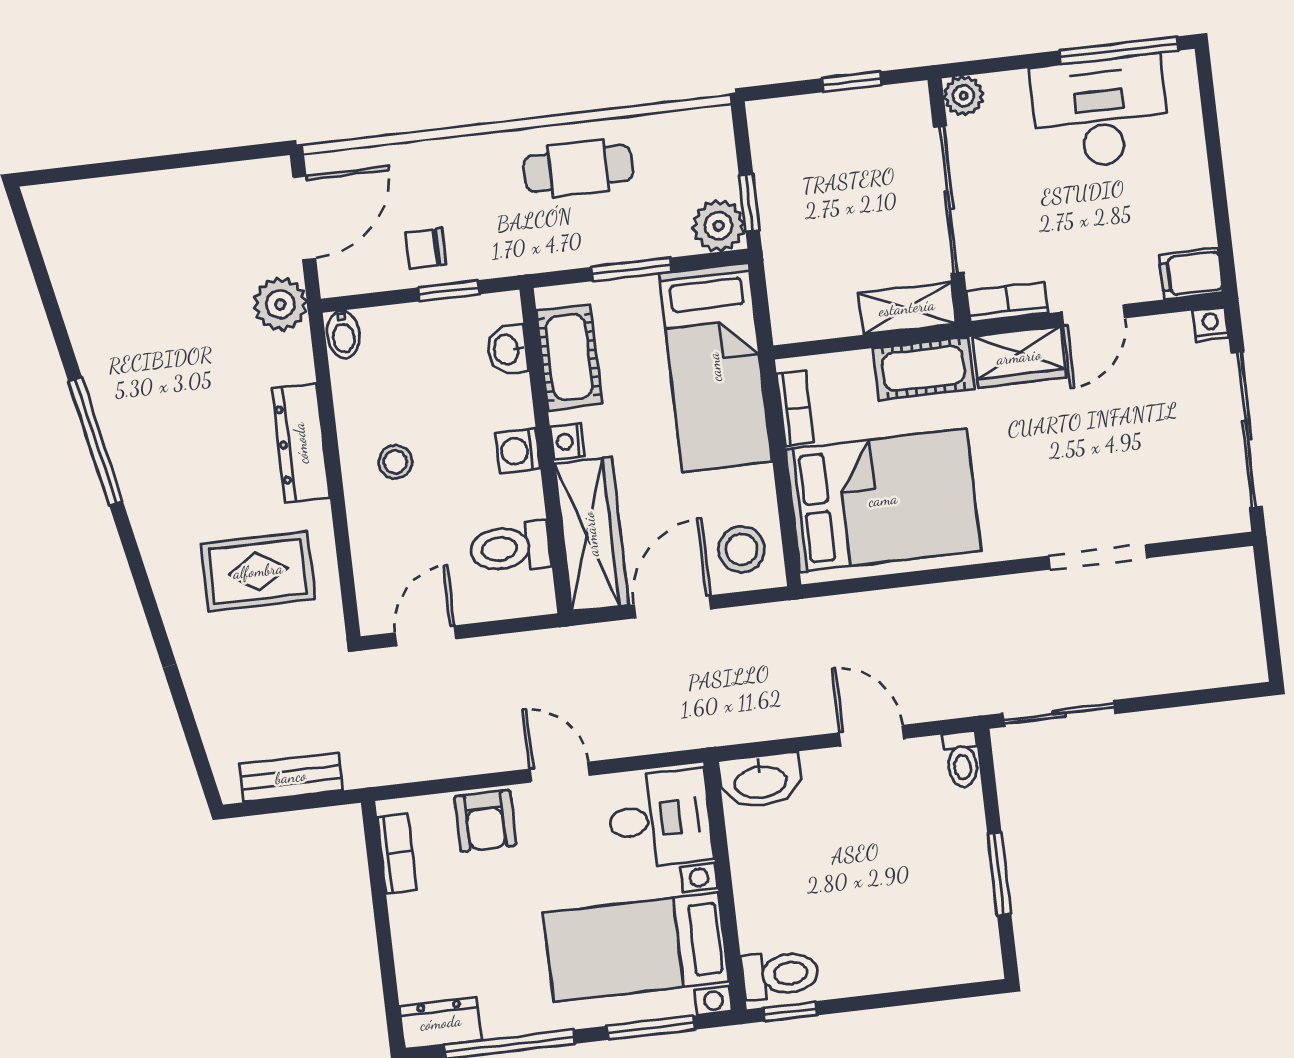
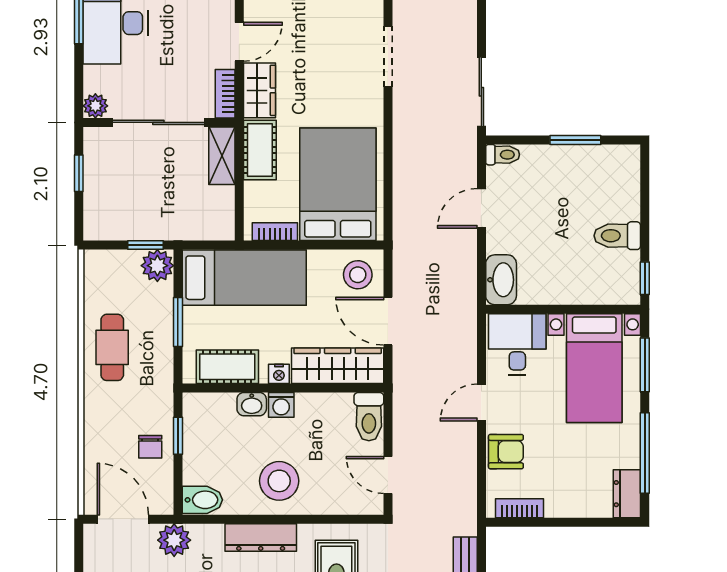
door: (1093, 315) -> (239, 42), hinge flipped
bidet: (343, 334) -> (202, 500), width x1.38, depth x1.36
washbasin: (507, 350) -> (252, 404), moved
stool: (395, 462) -> (279, 481), width x1.89, depth x1.89
toilet: (510, 548) -> (369, 417), moved
toilet: (780, 974) -> (617, 236), moved, turned -90

